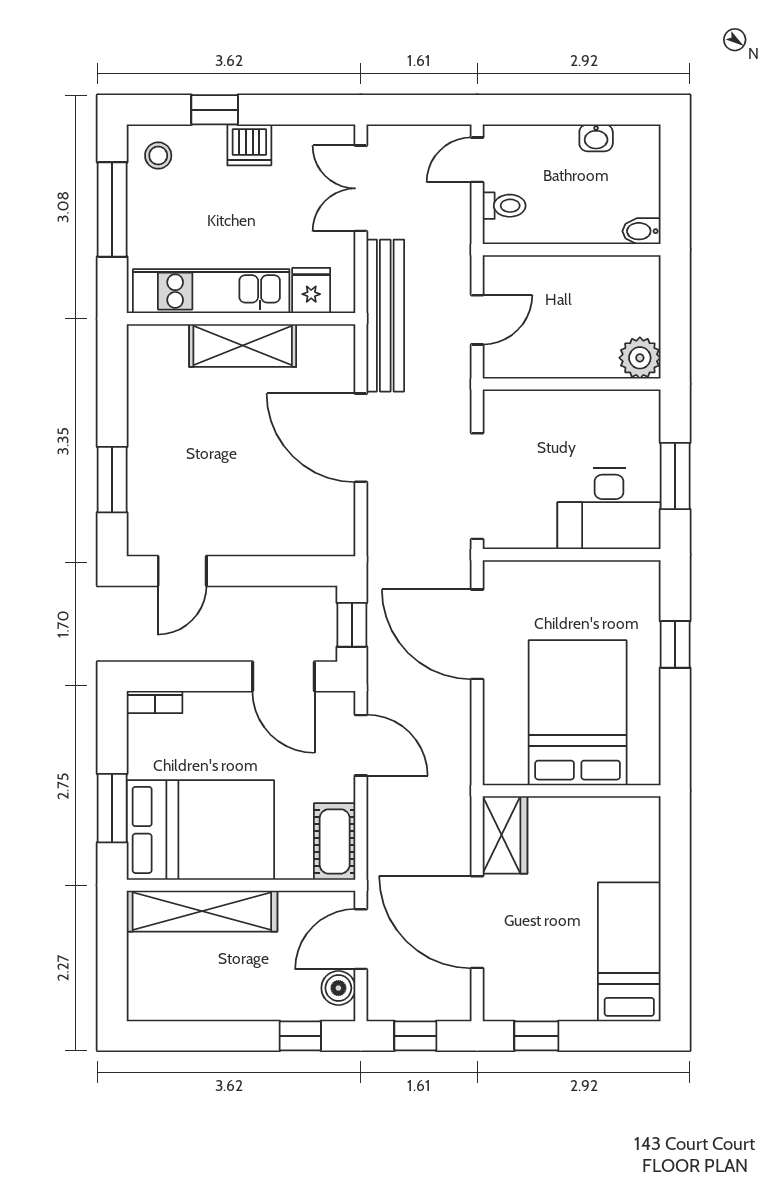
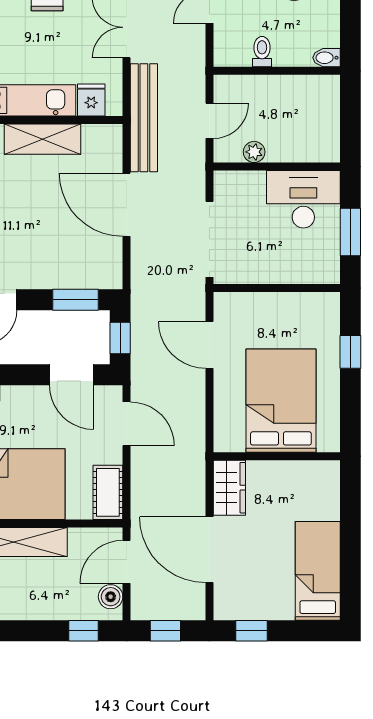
toilet: (504, 206) -> (262, 52), moved, turned -90
plant: (640, 358) -> (254, 152), moved, width x0.73, depth x0.73
desk: (609, 509) -> (303, 199), moved, turned 180
window: (289, 571) -> (76, 300), added
door: (477, 634) -> (209, 345), width x0.73

